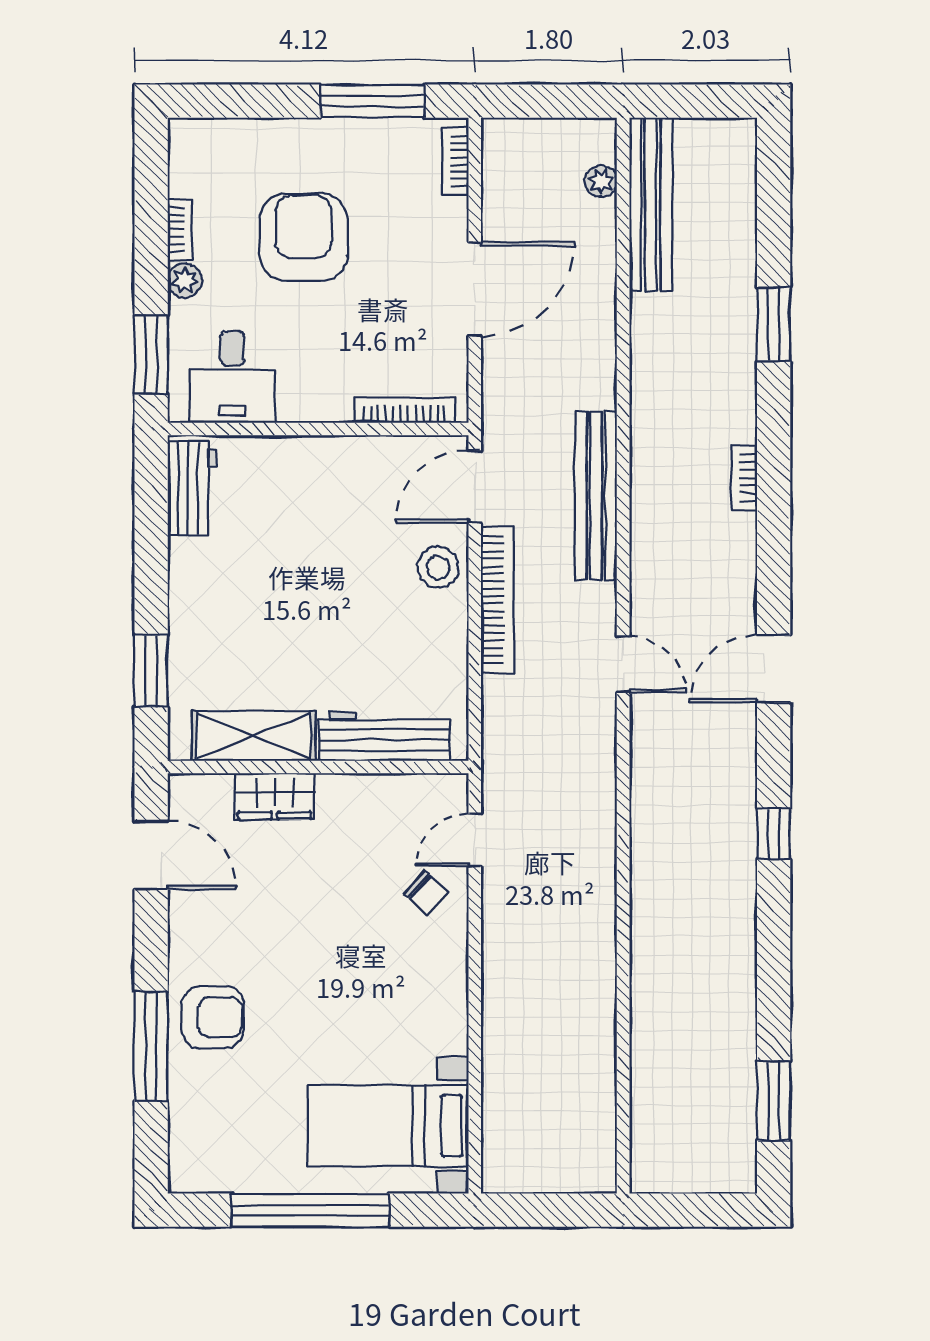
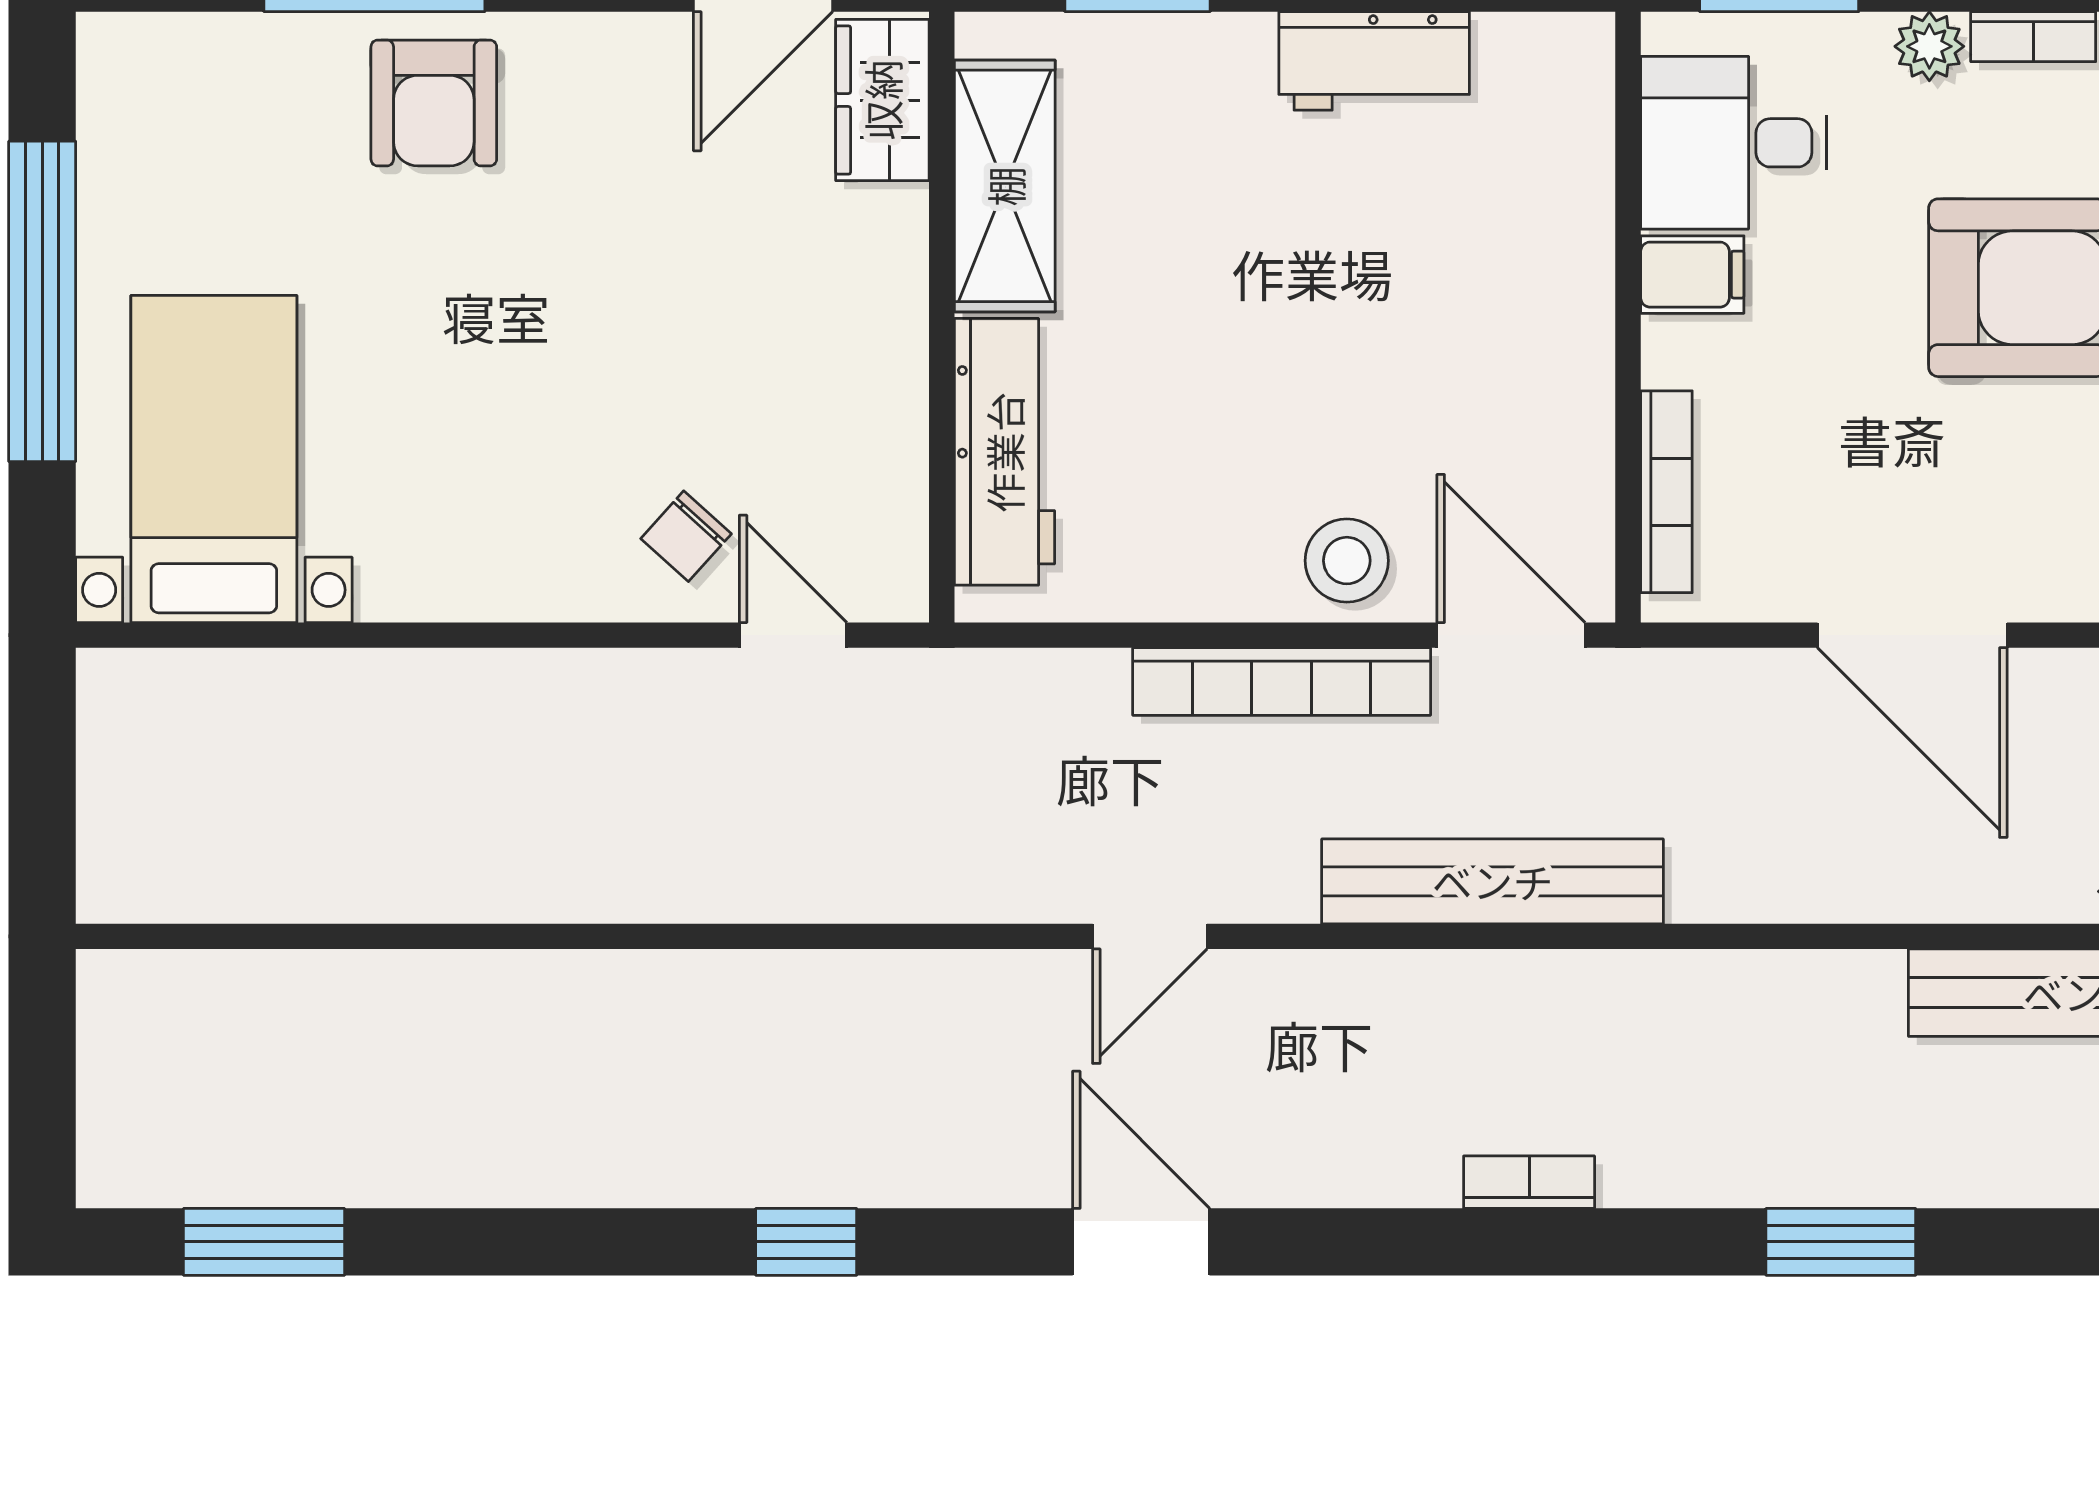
filing cabinet: (297, 397) -> (1692, 275), added
workbench: (192, 488) -> (1374, 61), moved
wardrobe: (275, 796) -> (882, 100), moved

